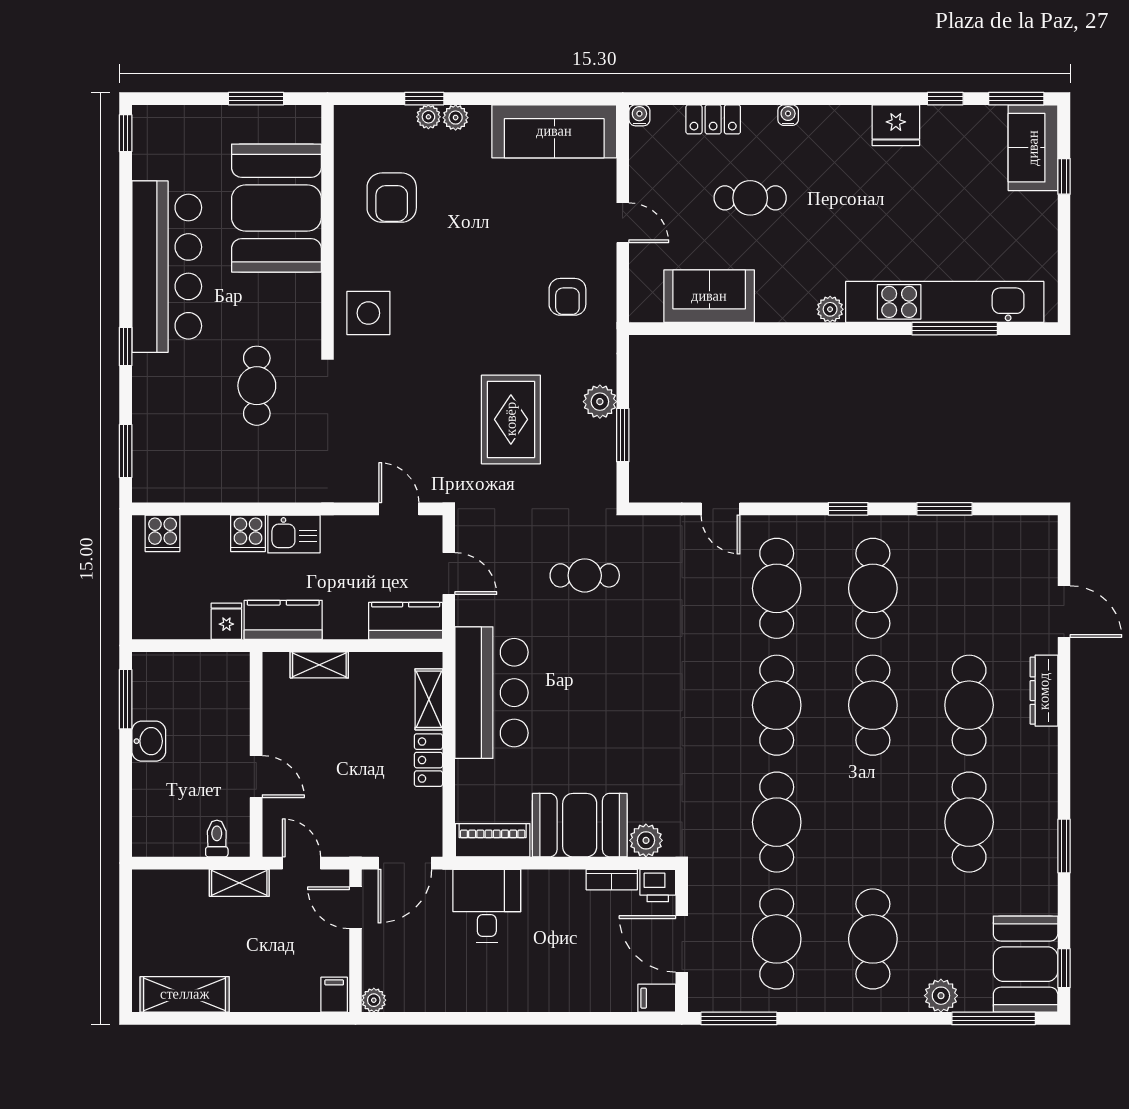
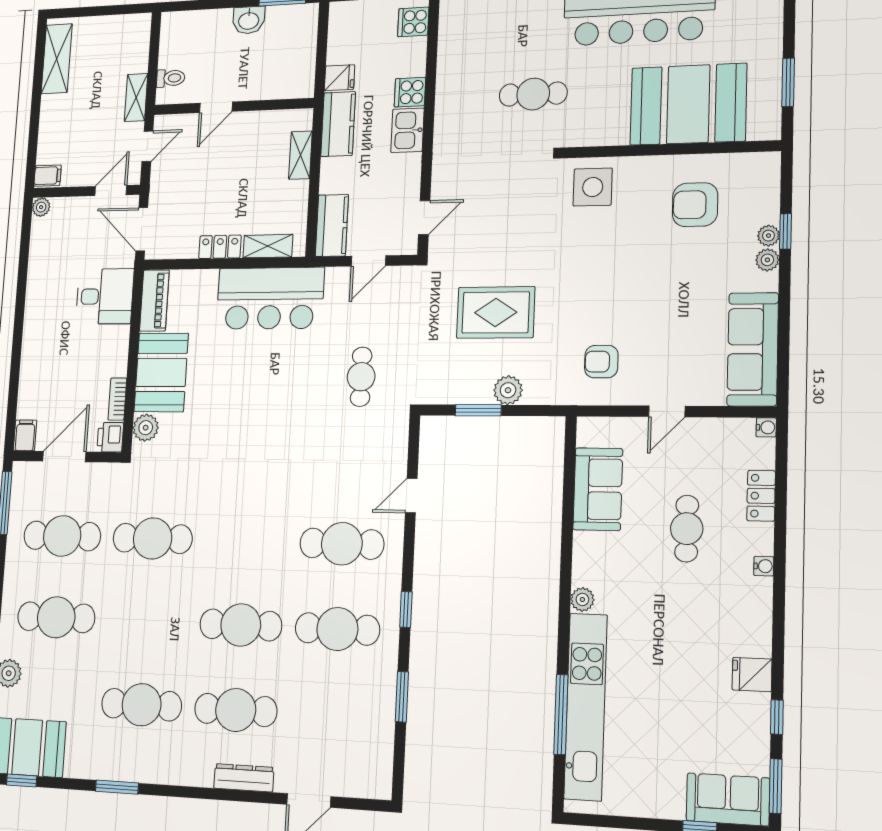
fridge: (896, 125) -> (752, 675), width x0.72
cafe table: (777, 705) -> (246, 541), removed

